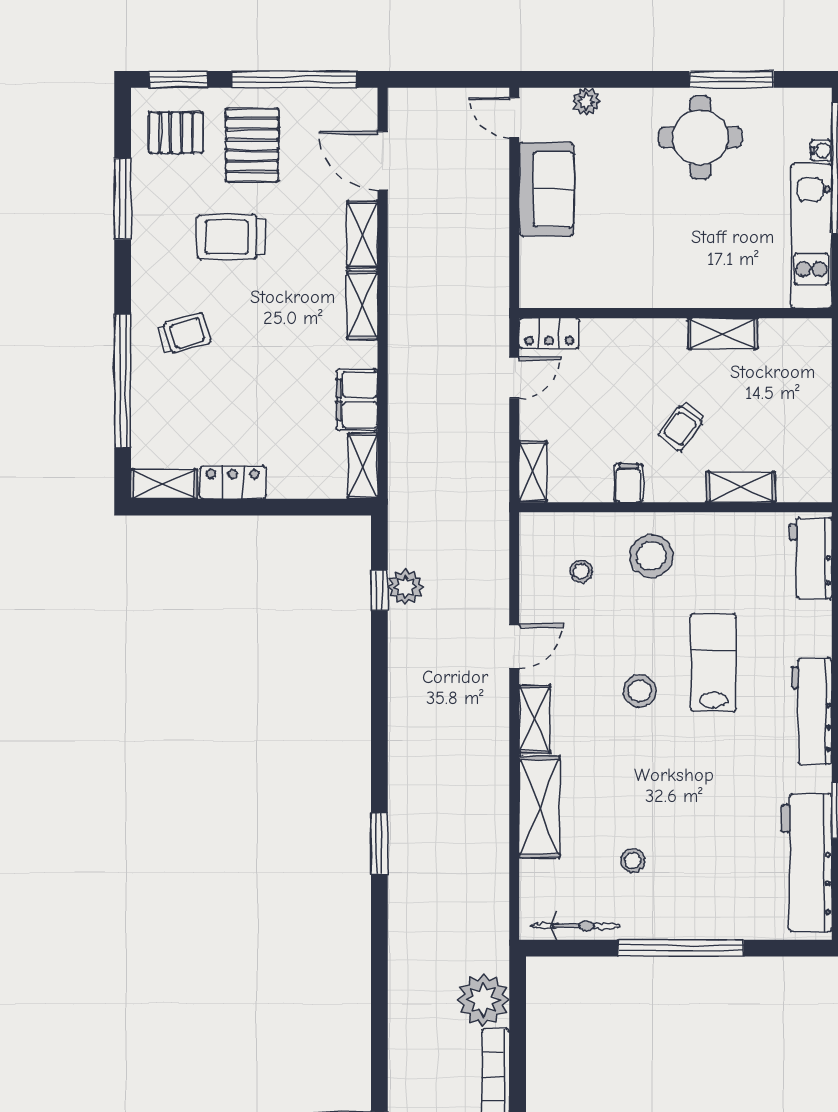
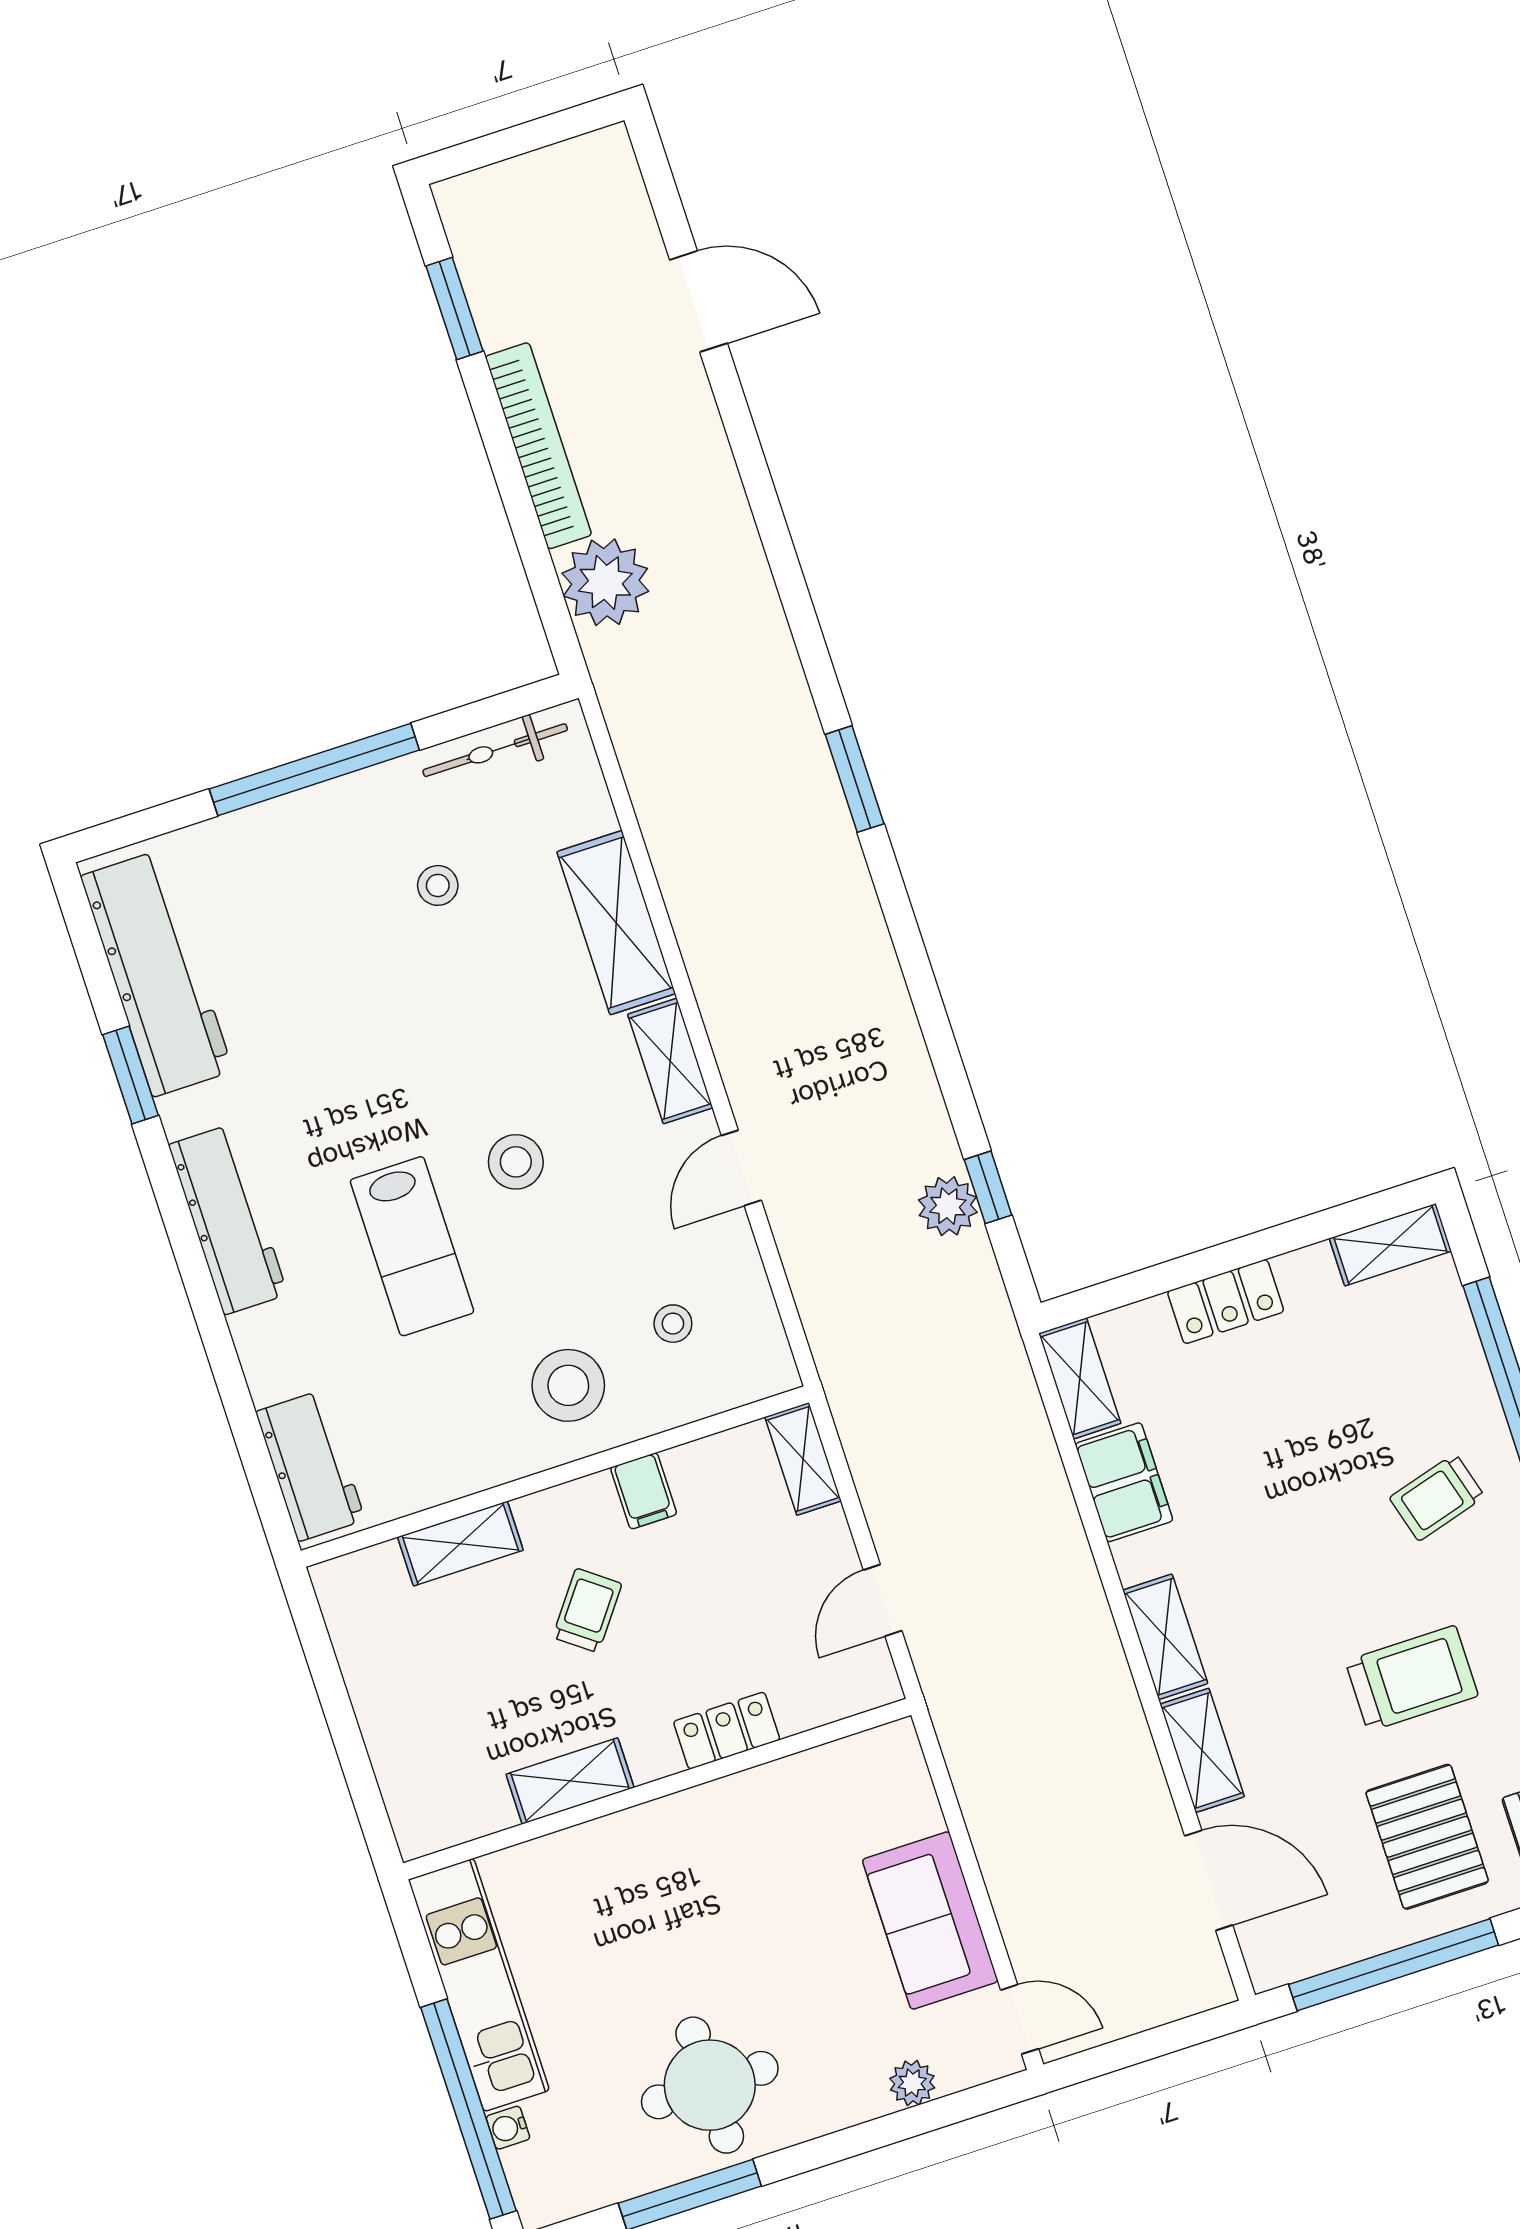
locker: (549, 333) -> (727, 1731), moved
locker: (233, 482) -> (1226, 1302), moved

